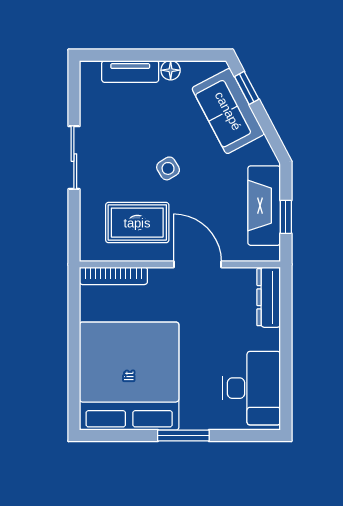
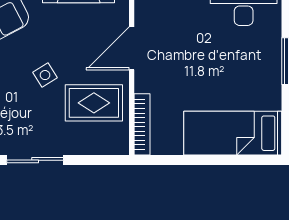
rug: (137, 223) -> (94, 103), turned 90
bed: (129, 376) -> (233, 133), width x0.49

